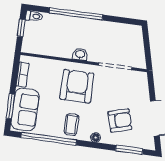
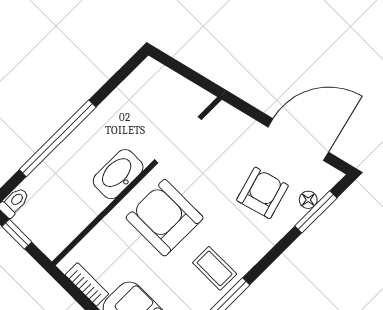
washbasin: (80, 54) -> (118, 174), width x1.91, depth x1.45
floor lamp: (96, 137) -> (308, 200), moved

